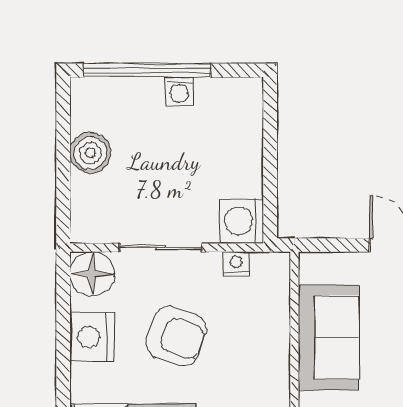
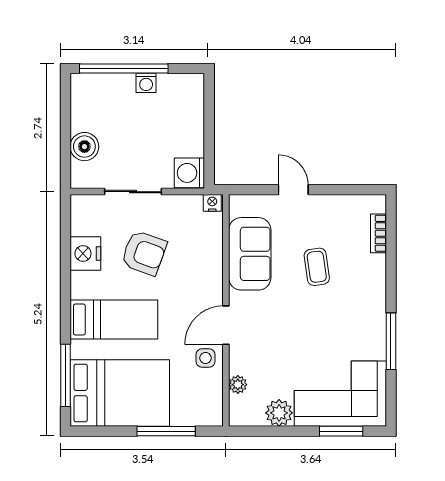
boiler: (90, 153) -> (84, 147), moved
nightstand: (236, 264) -> (212, 203), moved
floor lamp: (92, 274) -> (86, 210), removed

